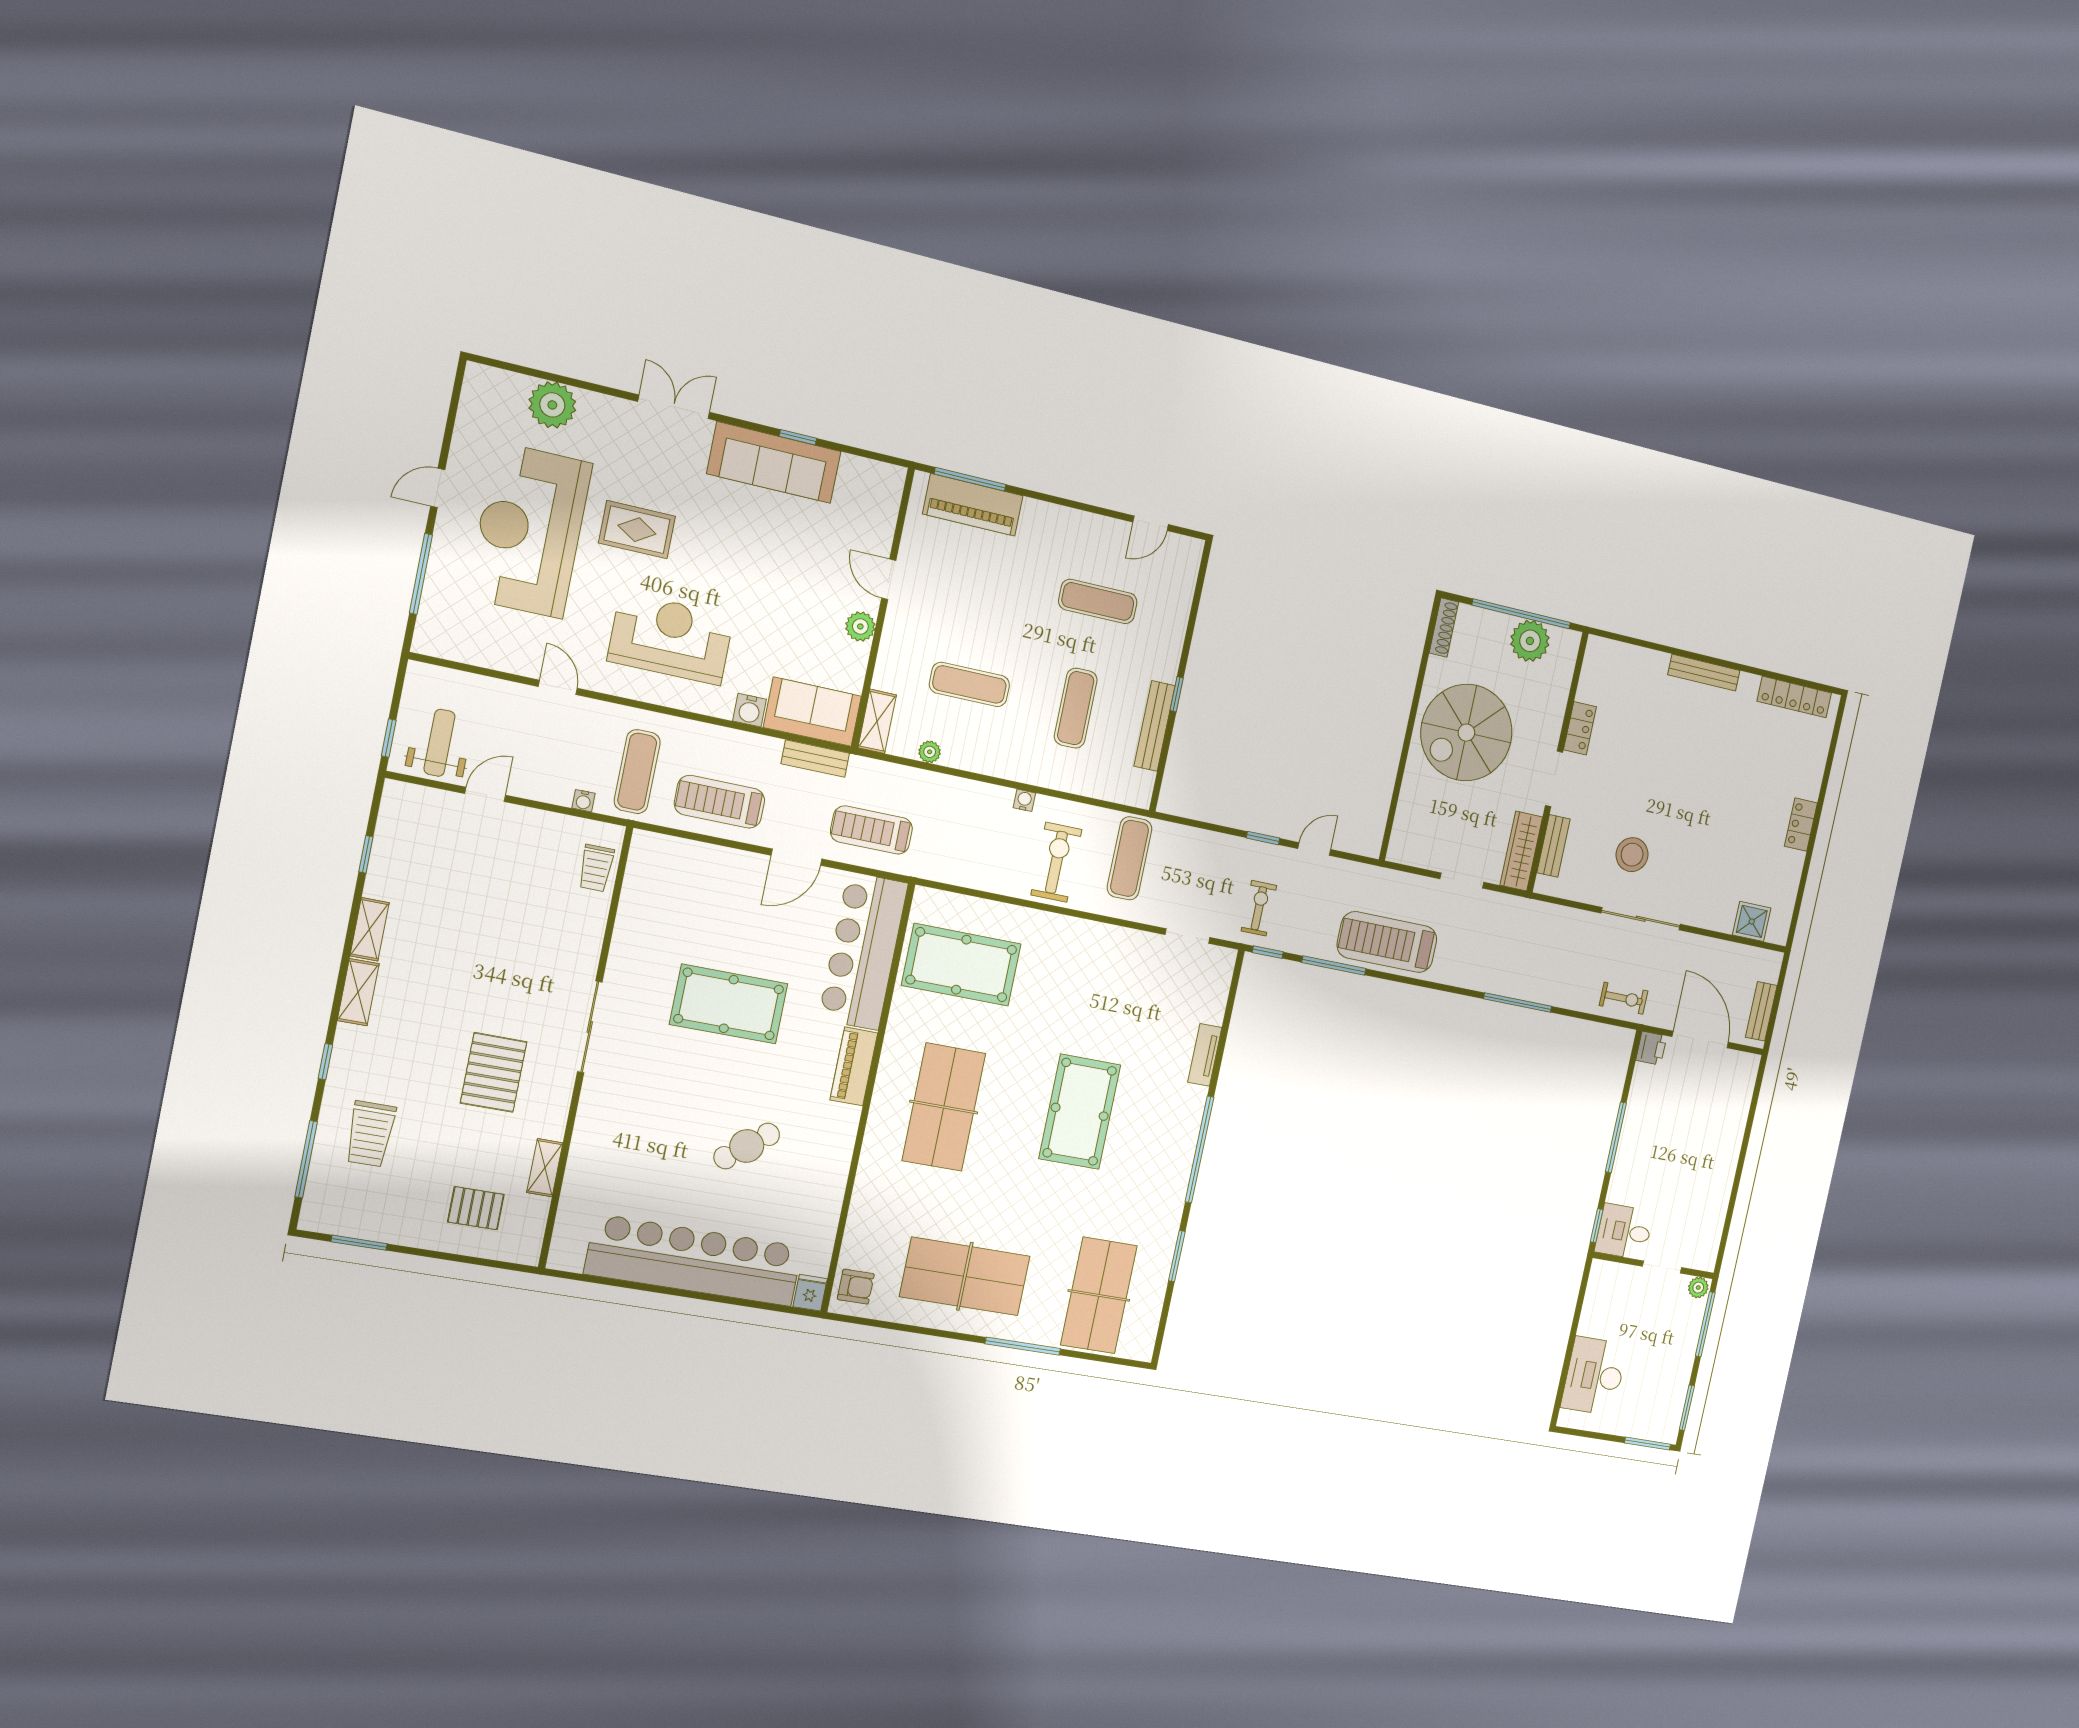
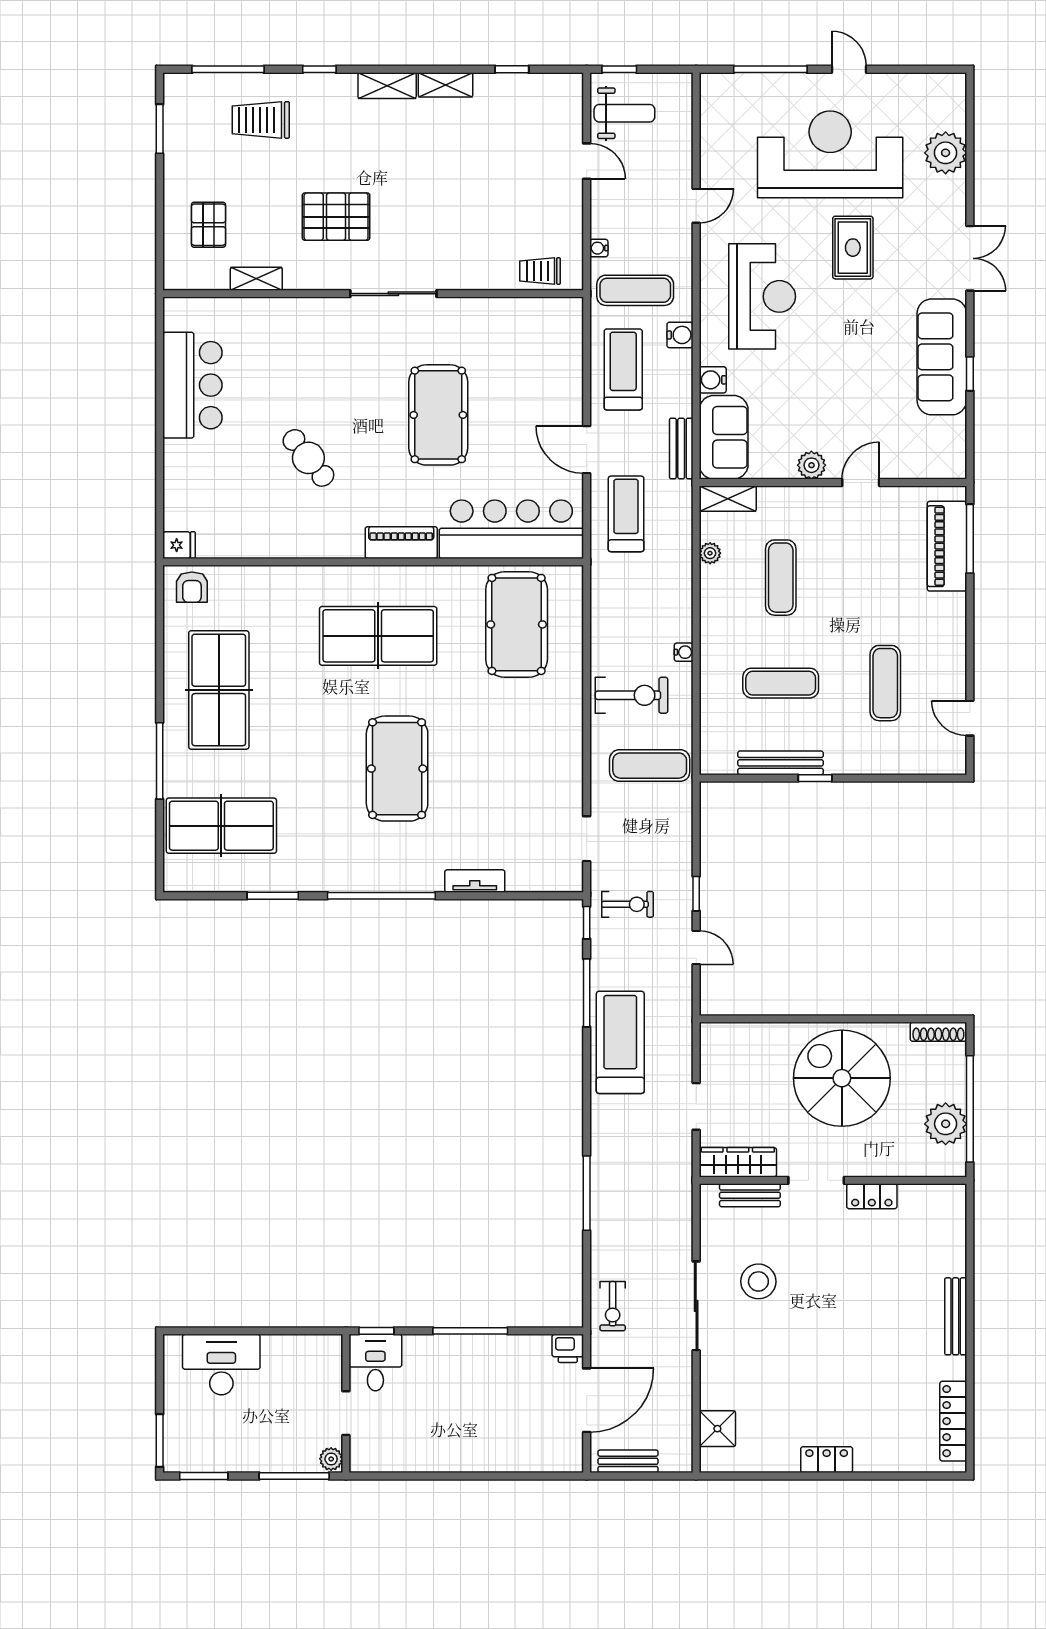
water cooler: (695, 734) -> (680, 335), added
pool table: (1080, 1112) -> (397, 769), turned 90
bar counter: (694, 1260) -> (192, 385), width x0.54

